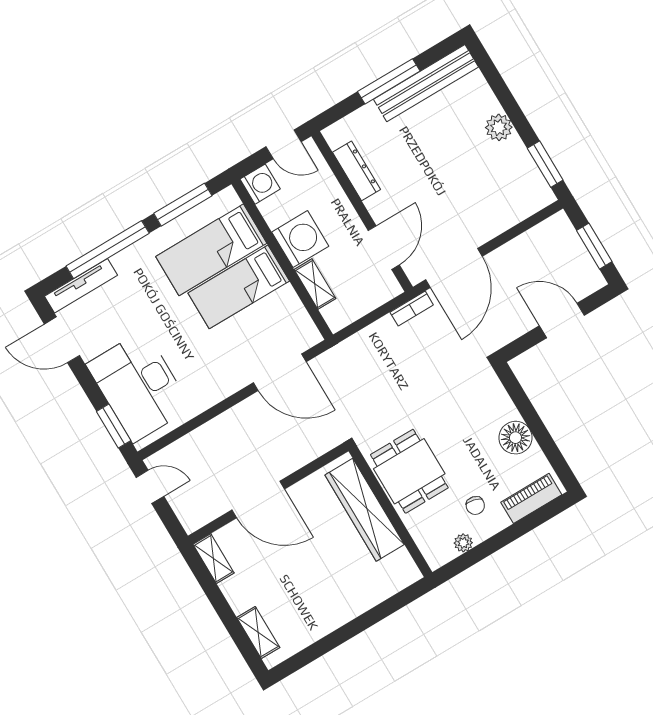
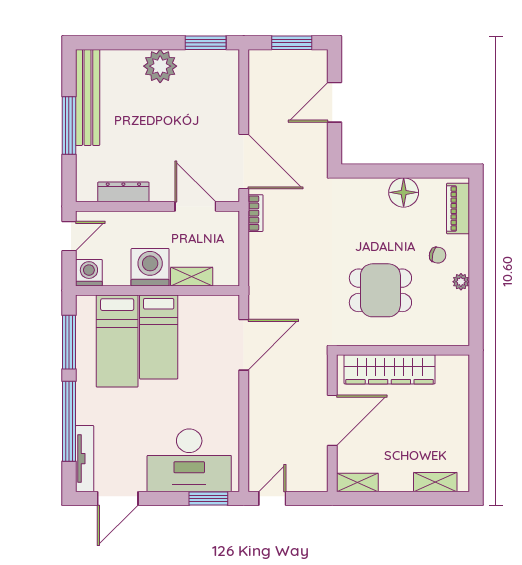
plant: (499, 127) -> (160, 66), width x1.36, depth x1.36
wardrobe: (365, 510) -> (390, 369), moved
wall: (390, 512) -> (403, 350), moved

